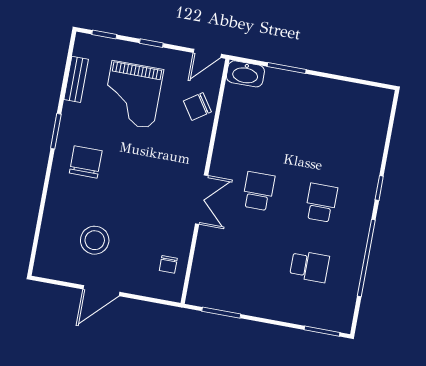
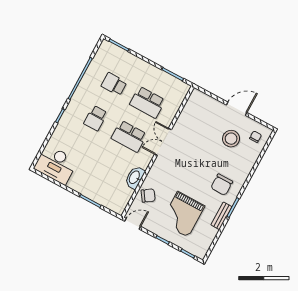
washbasin: (245, 74) -> (135, 177), moved, turned -90
bench: (76, 79) -> (221, 216), moved
grand piano: (133, 95) -> (183, 214), turned 180
desk: (361, 108) -> (56, 165), added
school desk: (258, 191) -> (129, 136), width x1.85
school desk: (247, 255) -> (147, 102), added
chair: (168, 264) -> (256, 137), moved

